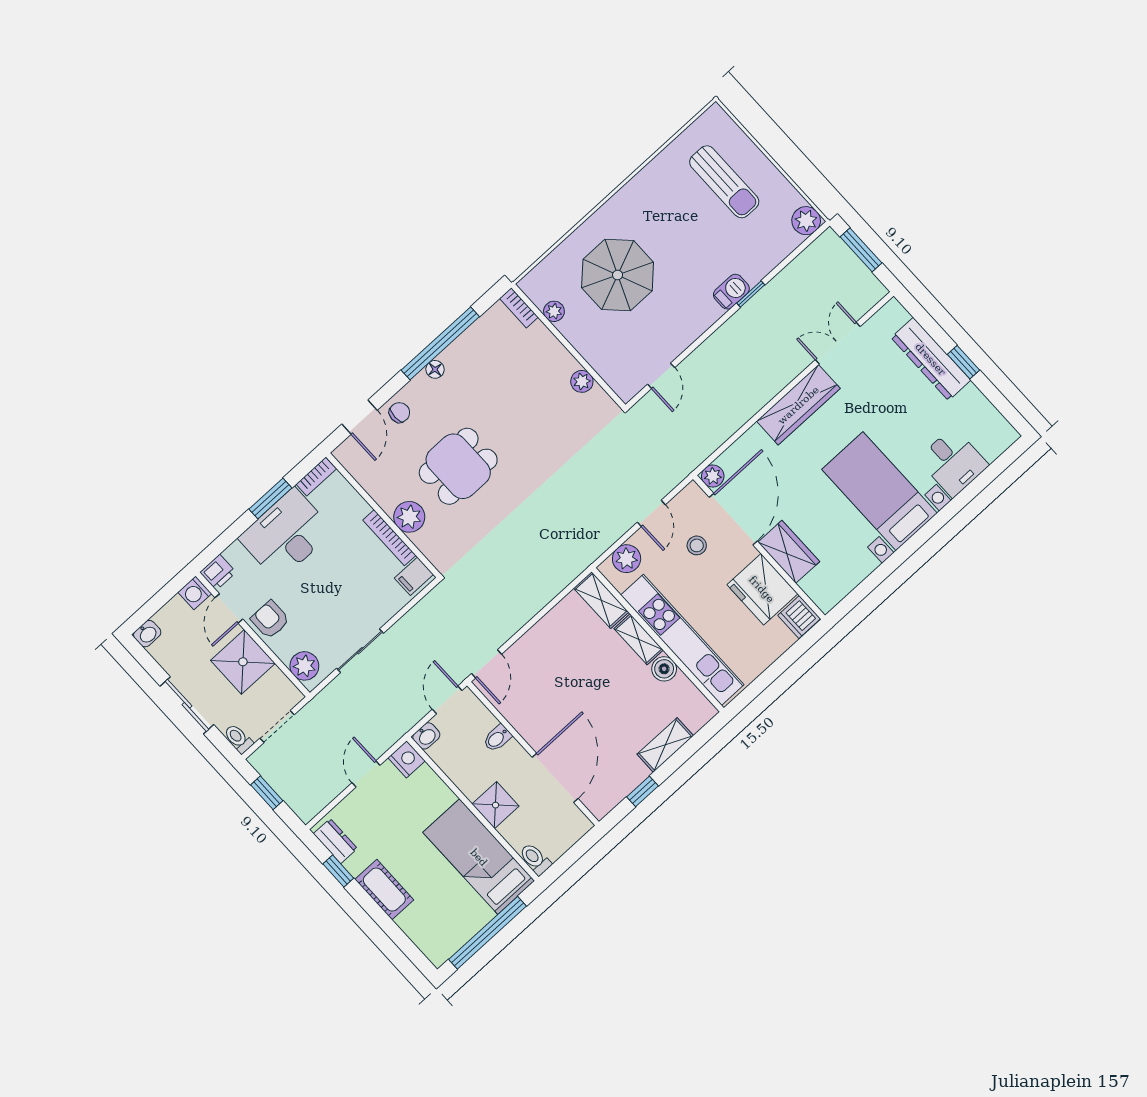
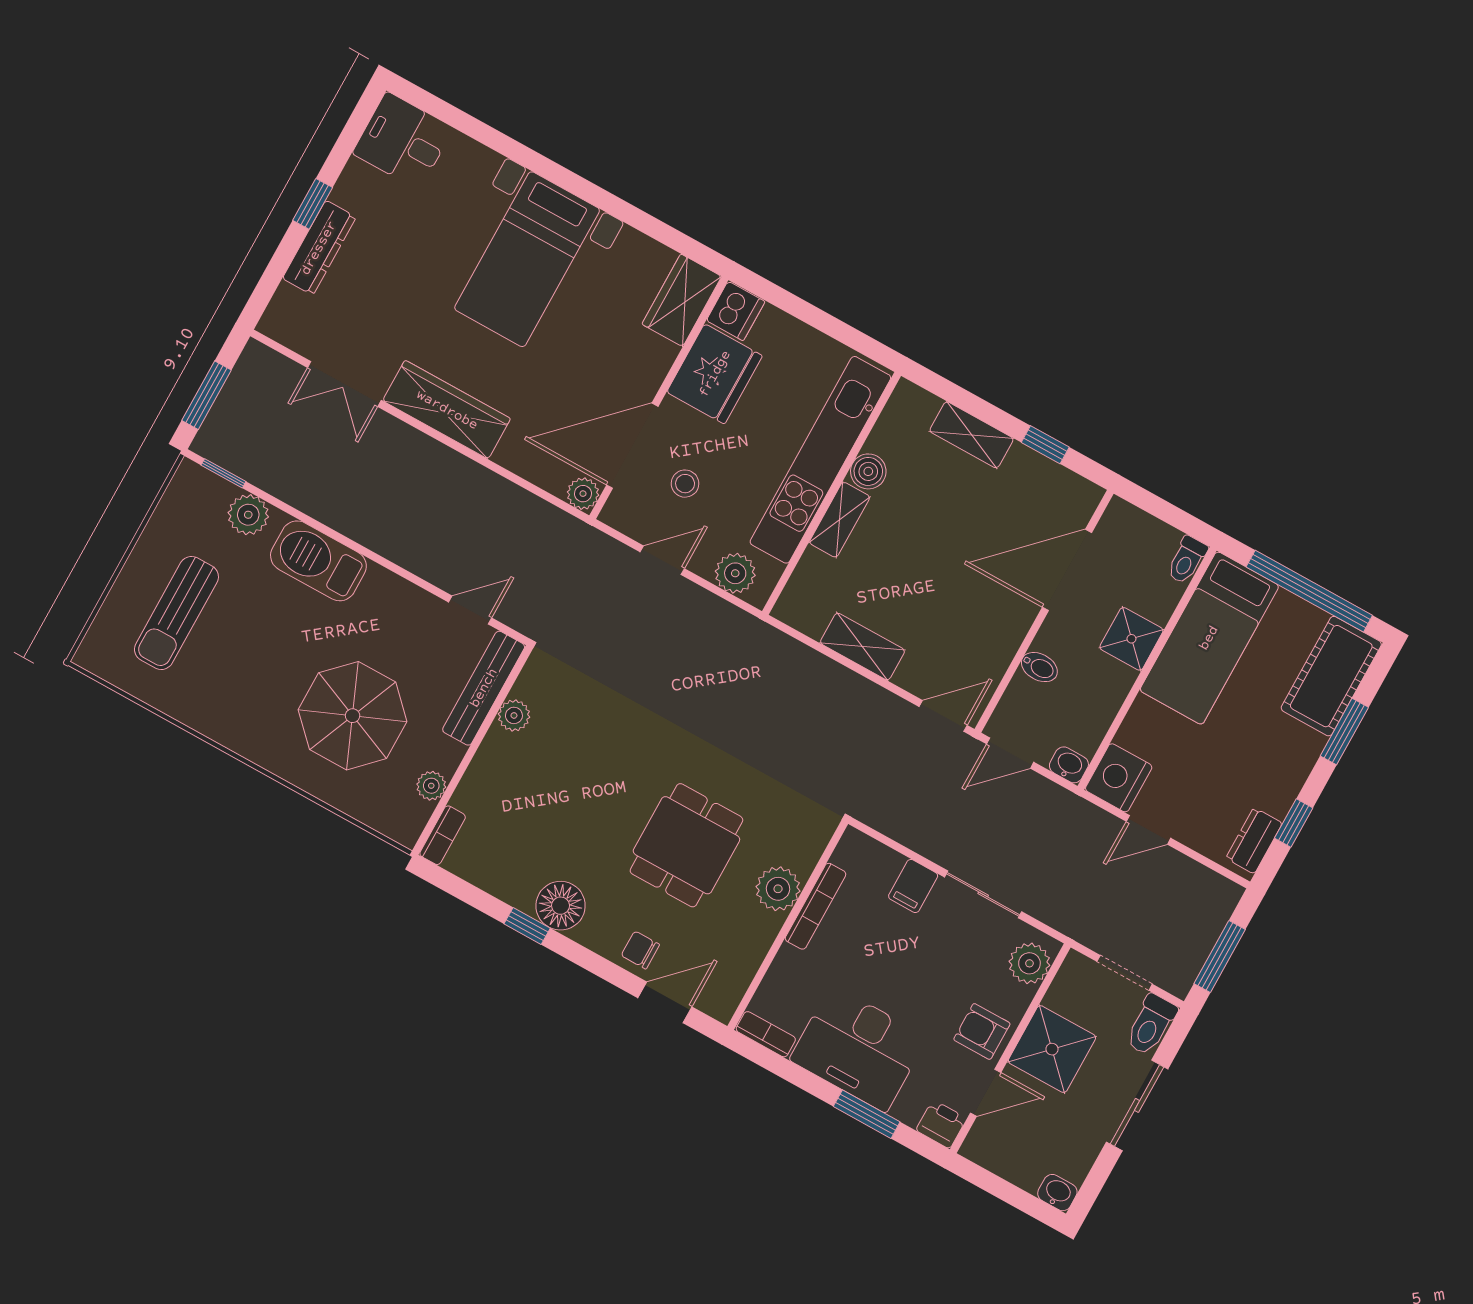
sun lounger: (724, 182) -> (176, 613), turned 180
plant: (806, 221) -> (248, 515), moved
barbecue: (731, 292) -> (318, 561), width x1.88, depth x1.53
window: (751, 294) -> (223, 473), moved
window: (440, 343) -> (527, 926), width x0.32
dresser: (931, 359) -> (319, 248), width x0.73, depth x0.80
bench: (607, 367) -> (484, 688), added
floor lamp: (435, 369) -> (561, 906), width x1.89, depth x1.89
desk: (953, 462) -> (403, 141), moved, turned -90
dining table: (458, 466) -> (686, 845), turned 90
window: (270, 499) -> (867, 1114), moved
wardrobe: (789, 552) -> (682, 300), moved
filing cabinet: (414, 576) -> (913, 886), moved, turned 90
washing machine: (195, 593) -> (980, 1146), removed
shelving: (601, 600) -> (862, 647), moved, turned 90
armchair: (270, 620) -> (982, 1031), turned 90
toilet: (238, 739) -> (1151, 1025), width x1.37, depth x1.39
nightstand: (407, 759) -> (1119, 778), width x1.36, depth x1.33
window: (267, 793) -> (1220, 956), width x1.50
cot: (384, 890) -> (1331, 676), moved, width x1.37, depth x1.34
window: (387, 925) -> (1344, 732), added

